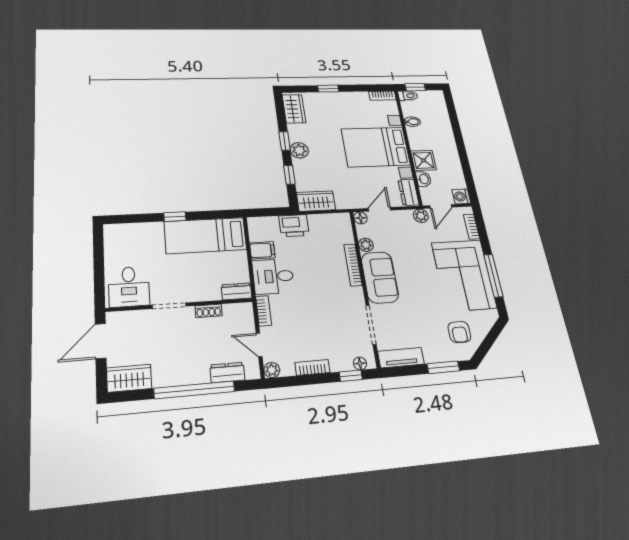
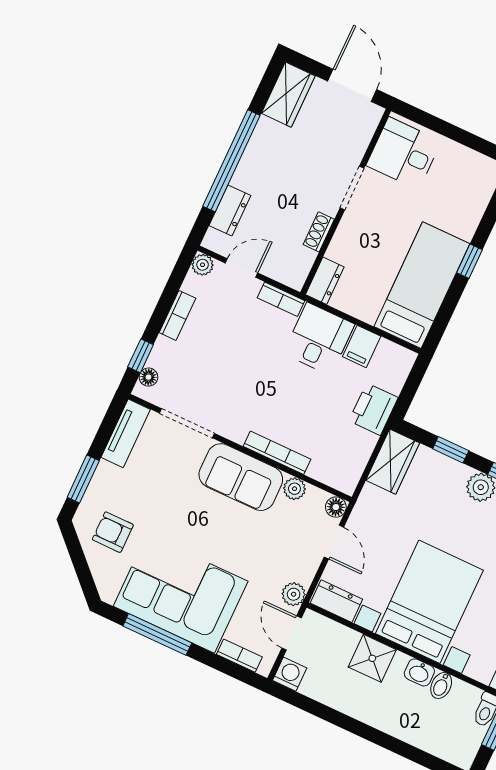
washbasin: (424, 179) -> (419, 672), moved

